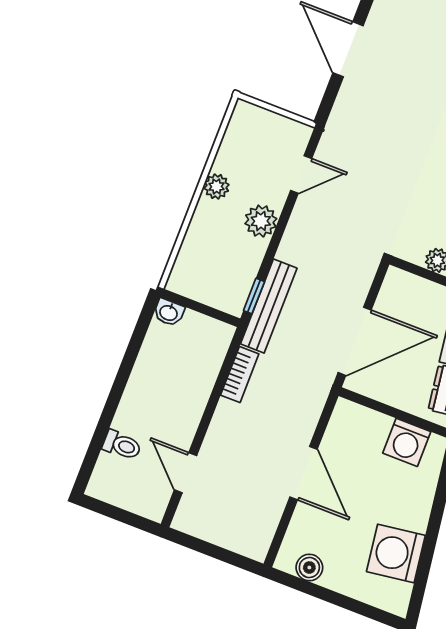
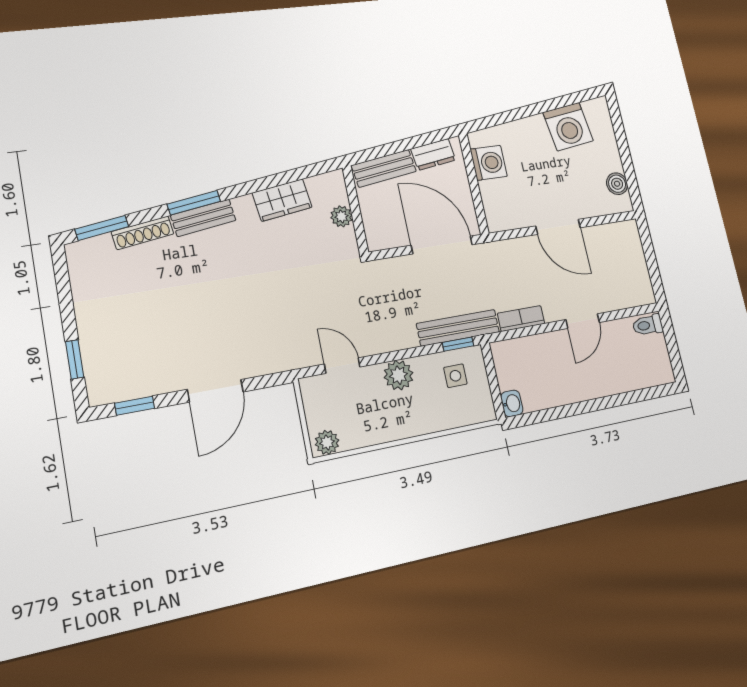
plant: (216, 186) -> (327, 442), moved
side table: (227, 275) -> (455, 376), added
toilet: (122, 445) -> (648, 325), moved, turned -90
door: (185, 473) -> (583, 321), moved
door: (304, 473) -> (558, 227), swing flipped

